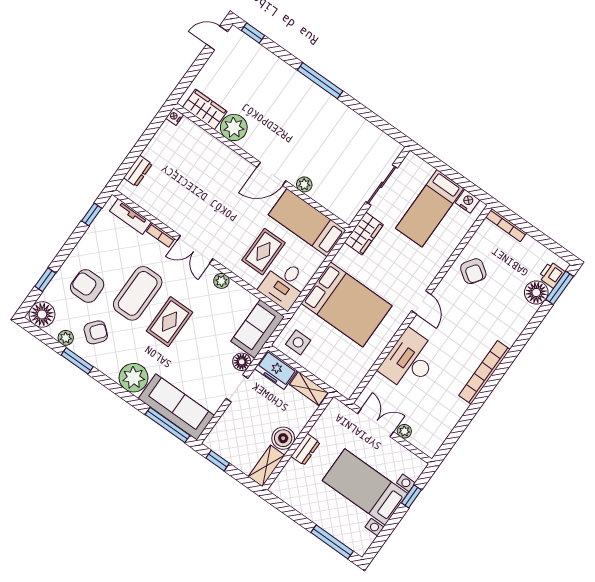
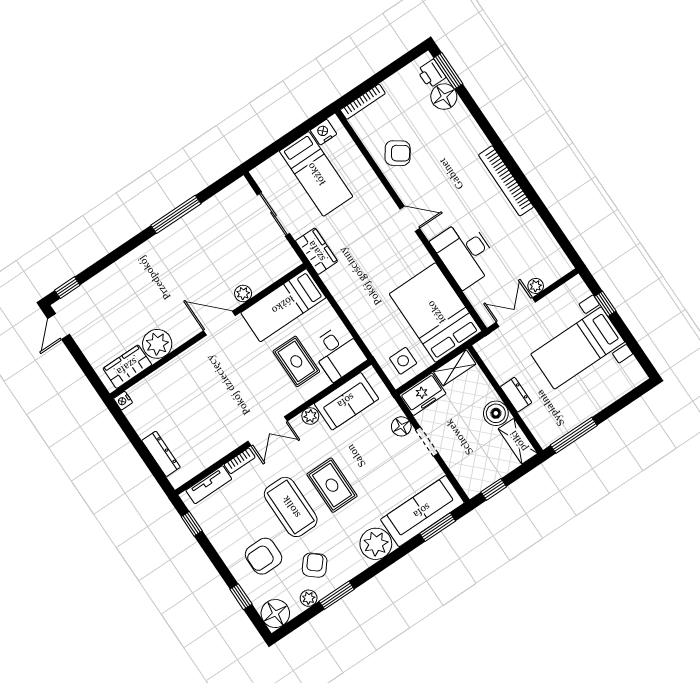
window: (320, 81) -> (176, 214), moved
dresser: (138, 171) -> (161, 454), width x1.44
door: (271, 174) -> (219, 323), swing flipped
bed: (346, 304) -> (436, 312), moved, turned -90
sofa: (258, 329) -> (346, 401), moved, turned -90
window: (168, 425) -> (438, 527), width x0.69
window: (332, 542) -> (574, 435), moved

